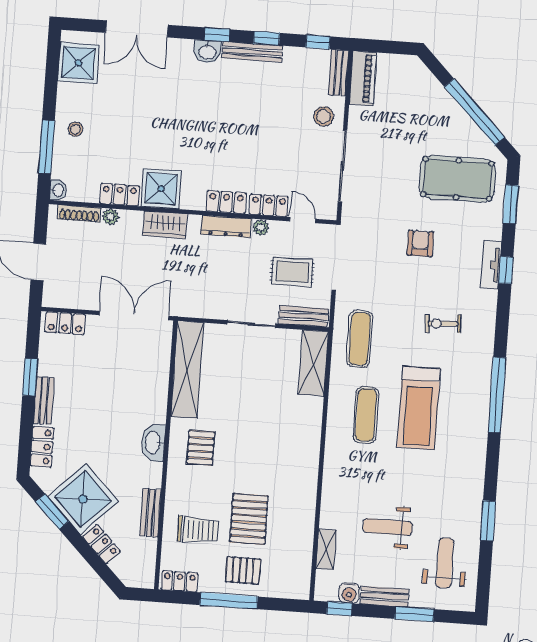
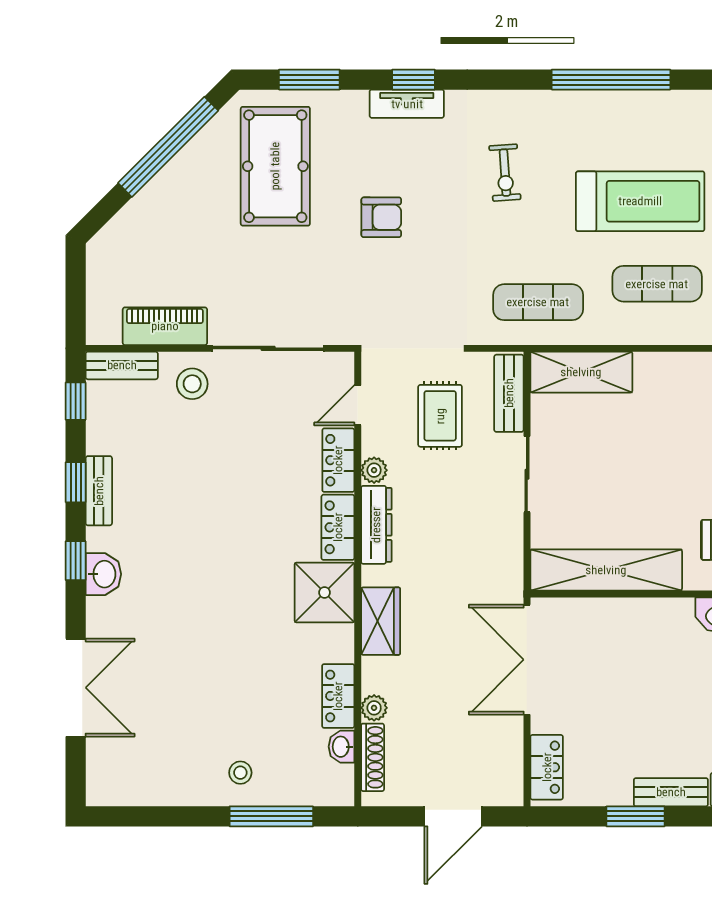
bench: (252, 52) -> (99, 491), width x0.73
shower: (78, 63) -> (136, 776), removed
piano: (363, 78) -> (165, 326), moved
shower: (161, 189) -> (324, 593), moved
washbasin: (58, 190) -> (341, 747), moved, turned -90
armchair: (420, 243) -> (381, 217), turned 180

